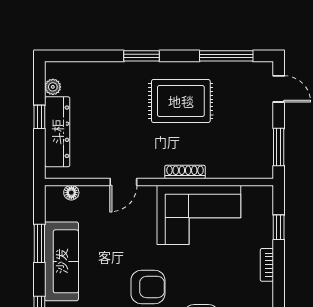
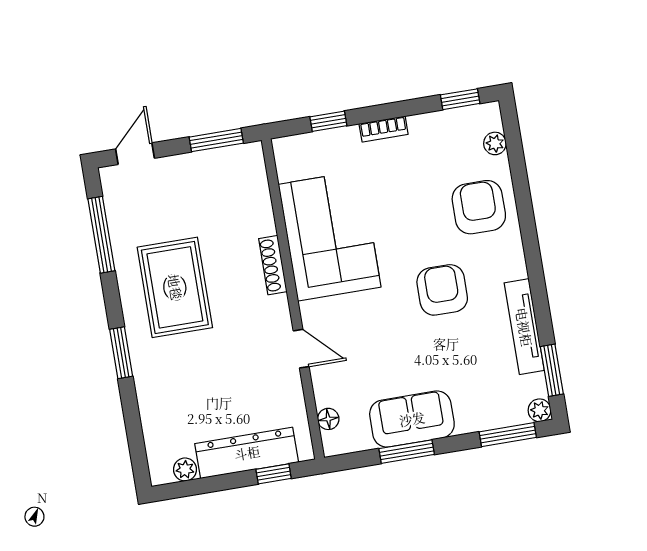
window: (39, 117) -> (274, 474), moved
sofa: (61, 261) -> (412, 419), width x0.73

